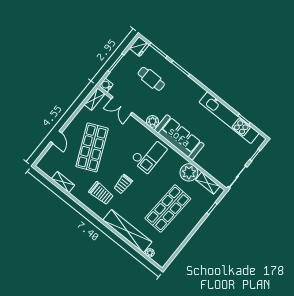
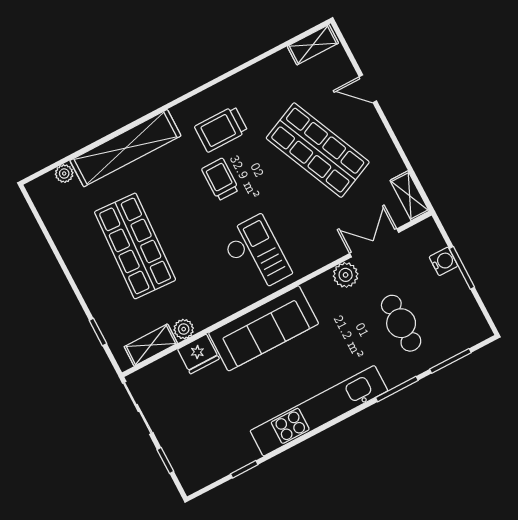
fridge: (139, 46) -> (198, 354), moved, turned -90
cafe table: (151, 79) -> (401, 323), turned 90
water cooler: (106, 85) -> (443, 261), moved
kitchen unit: (229, 118) -> (319, 411), moved
plant: (152, 121) -> (346, 275), moved
checkout: (149, 155) -> (256, 254), turned 180
plant: (189, 172) -> (184, 329), width x0.53, depth x0.53
shelving: (63, 182) -> (313, 45), moved

